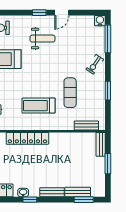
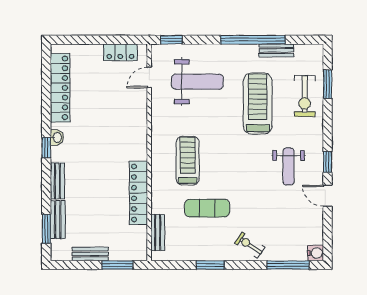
locker: (27, 138) -> (138, 193), moved
bench: (101, 144) -> (90, 254), moved
window: (108, 164) -> (117, 265), moved

